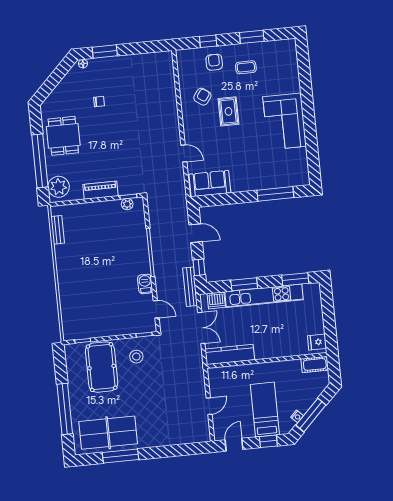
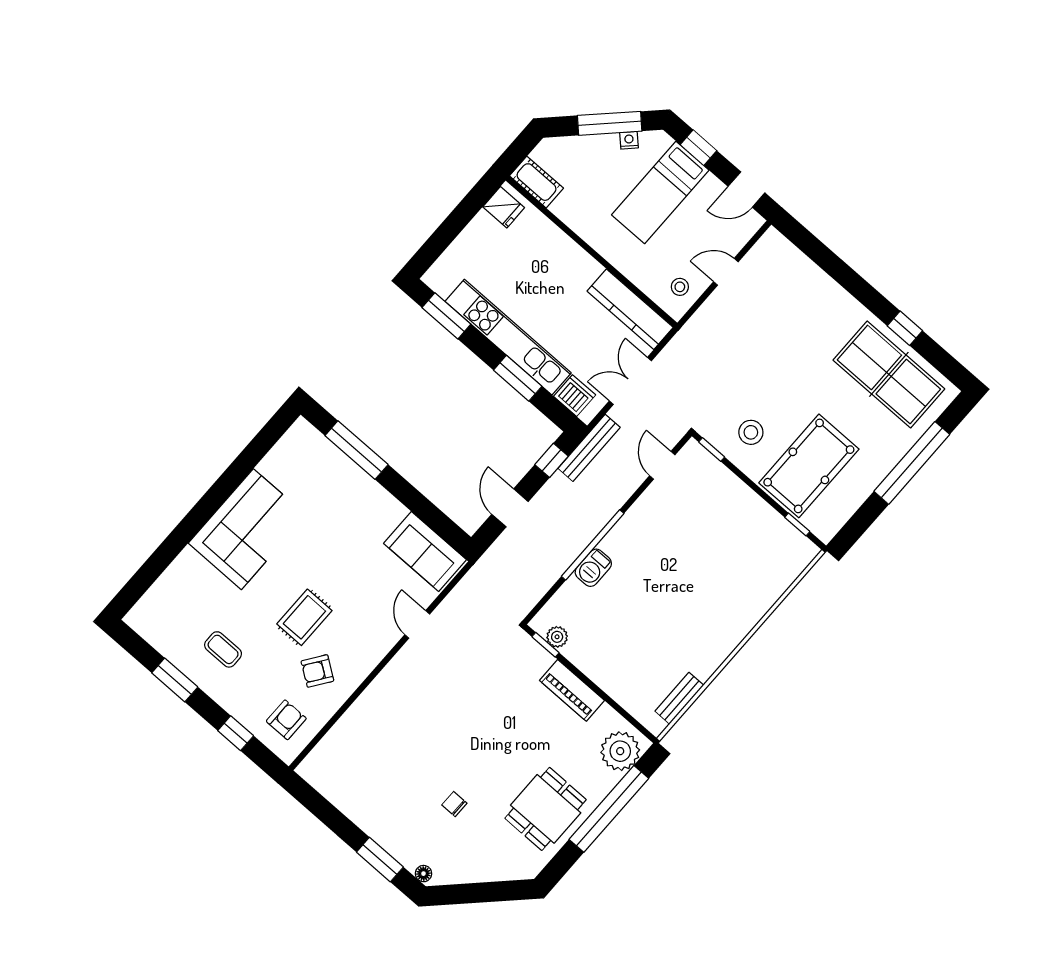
armchair: (214, 62) -> (286, 720), moved, turned 180
barbecue: (145, 284) -> (593, 568), moved
stool: (220, 382) -> (680, 287), added
window: (120, 456) -> (905, 328), width x0.46

